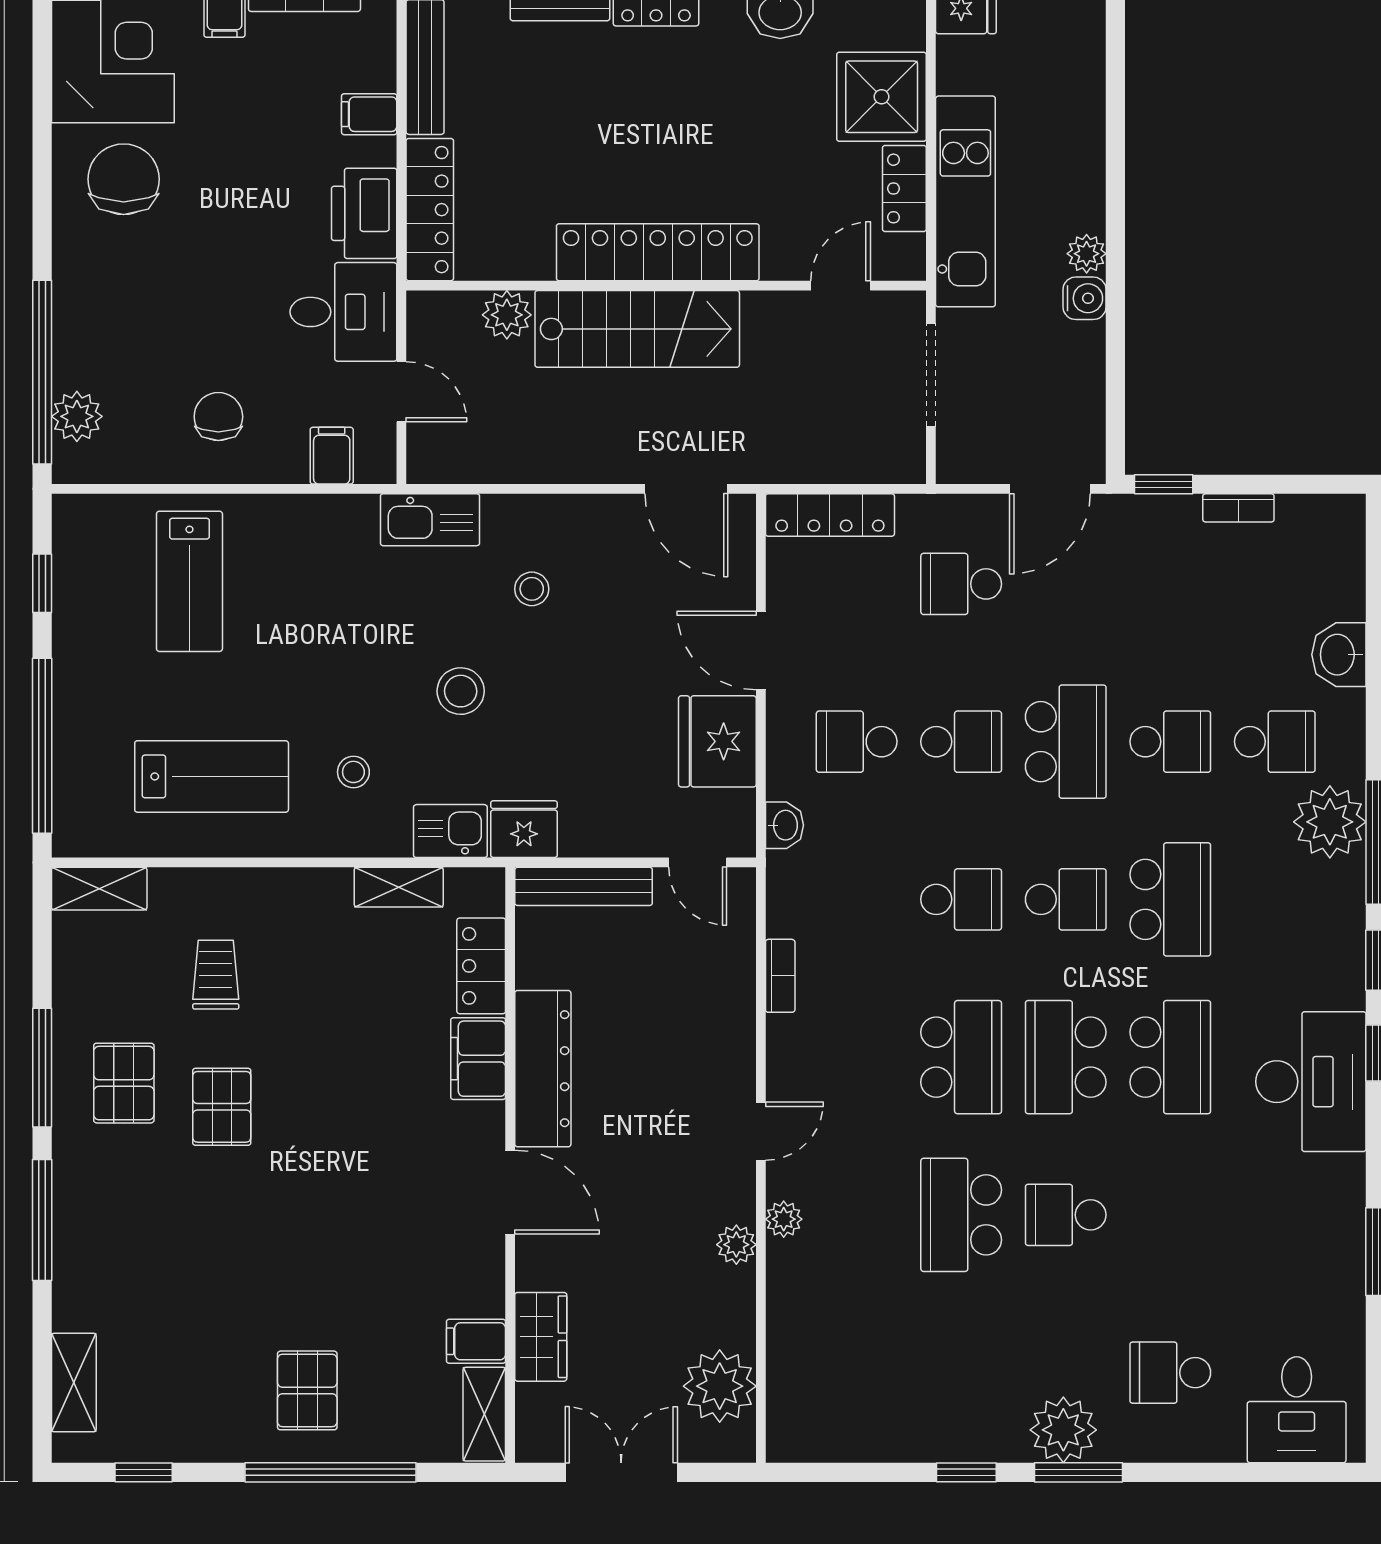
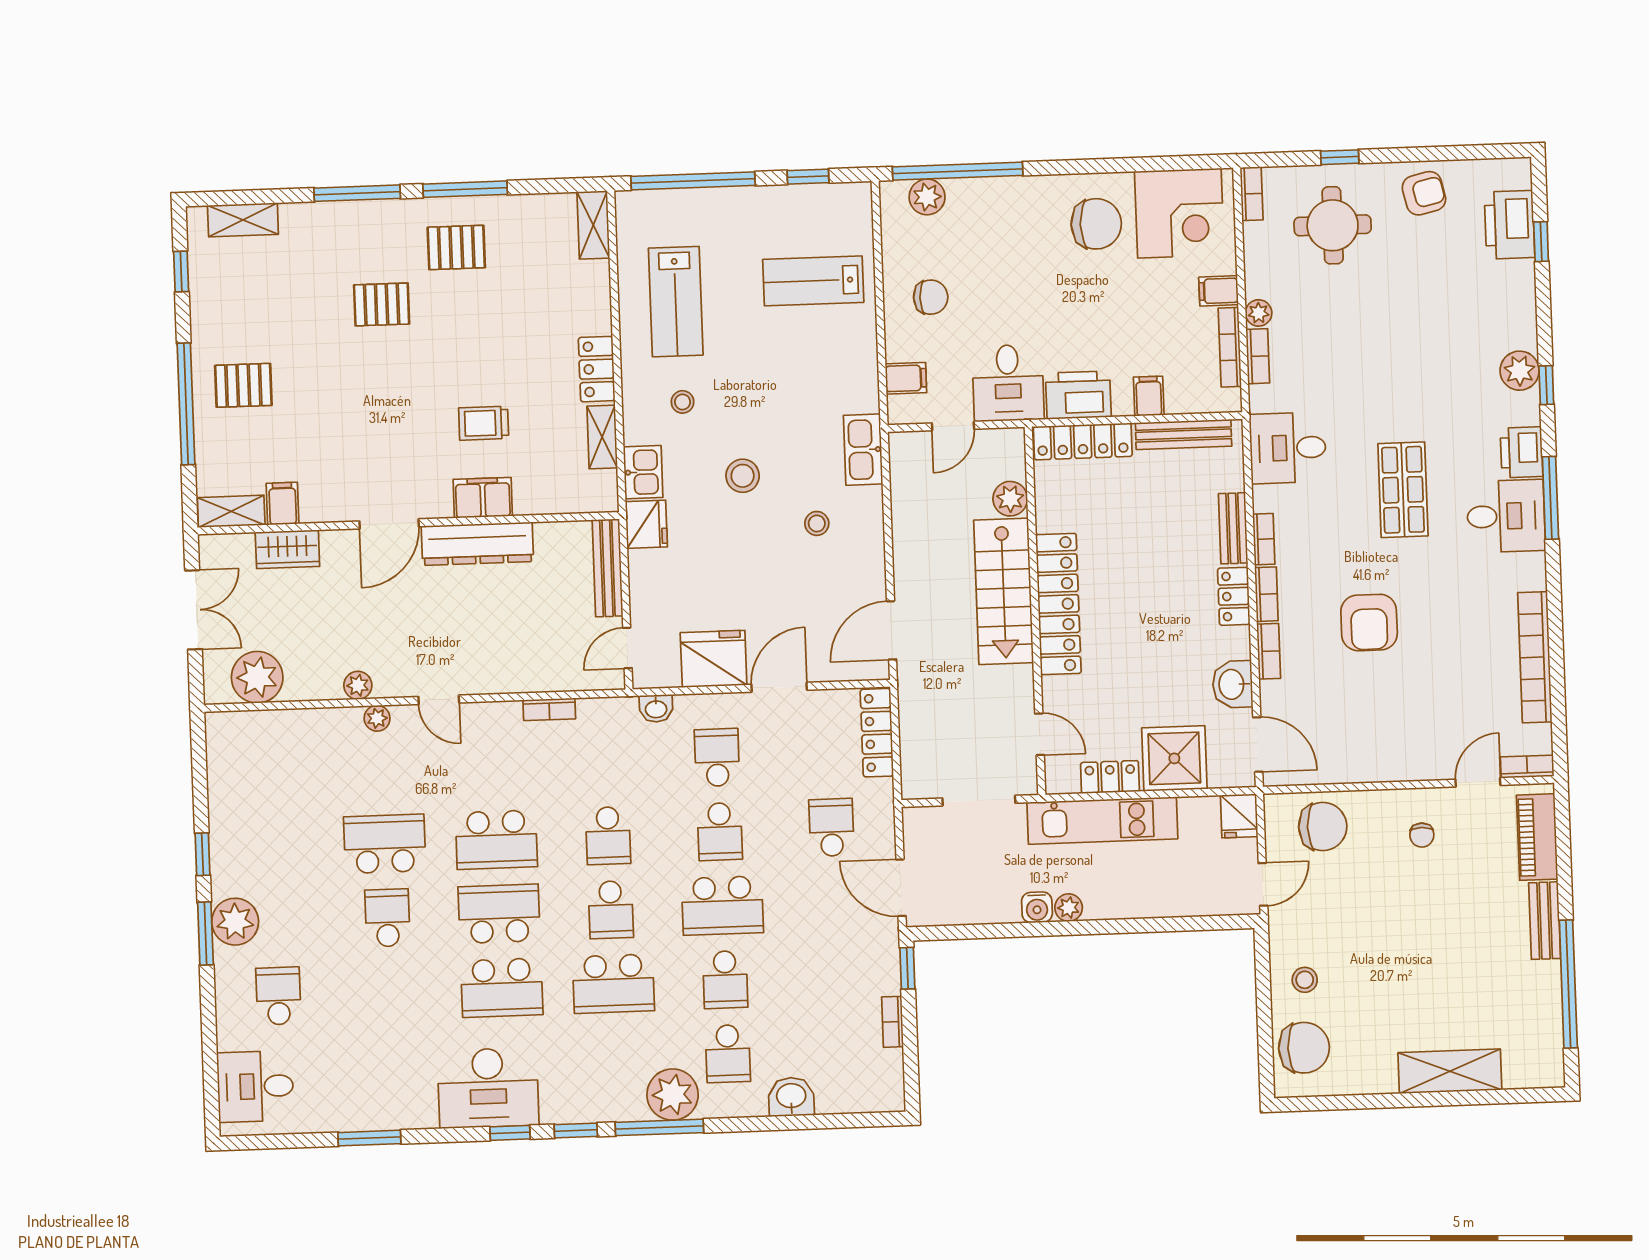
locker: (481, 966) -> (597, 369), moved, turned -90
trolley: (216, 975) -> (484, 423), moved, turned 180
pallet: (222, 1107) -> (382, 304), moved

